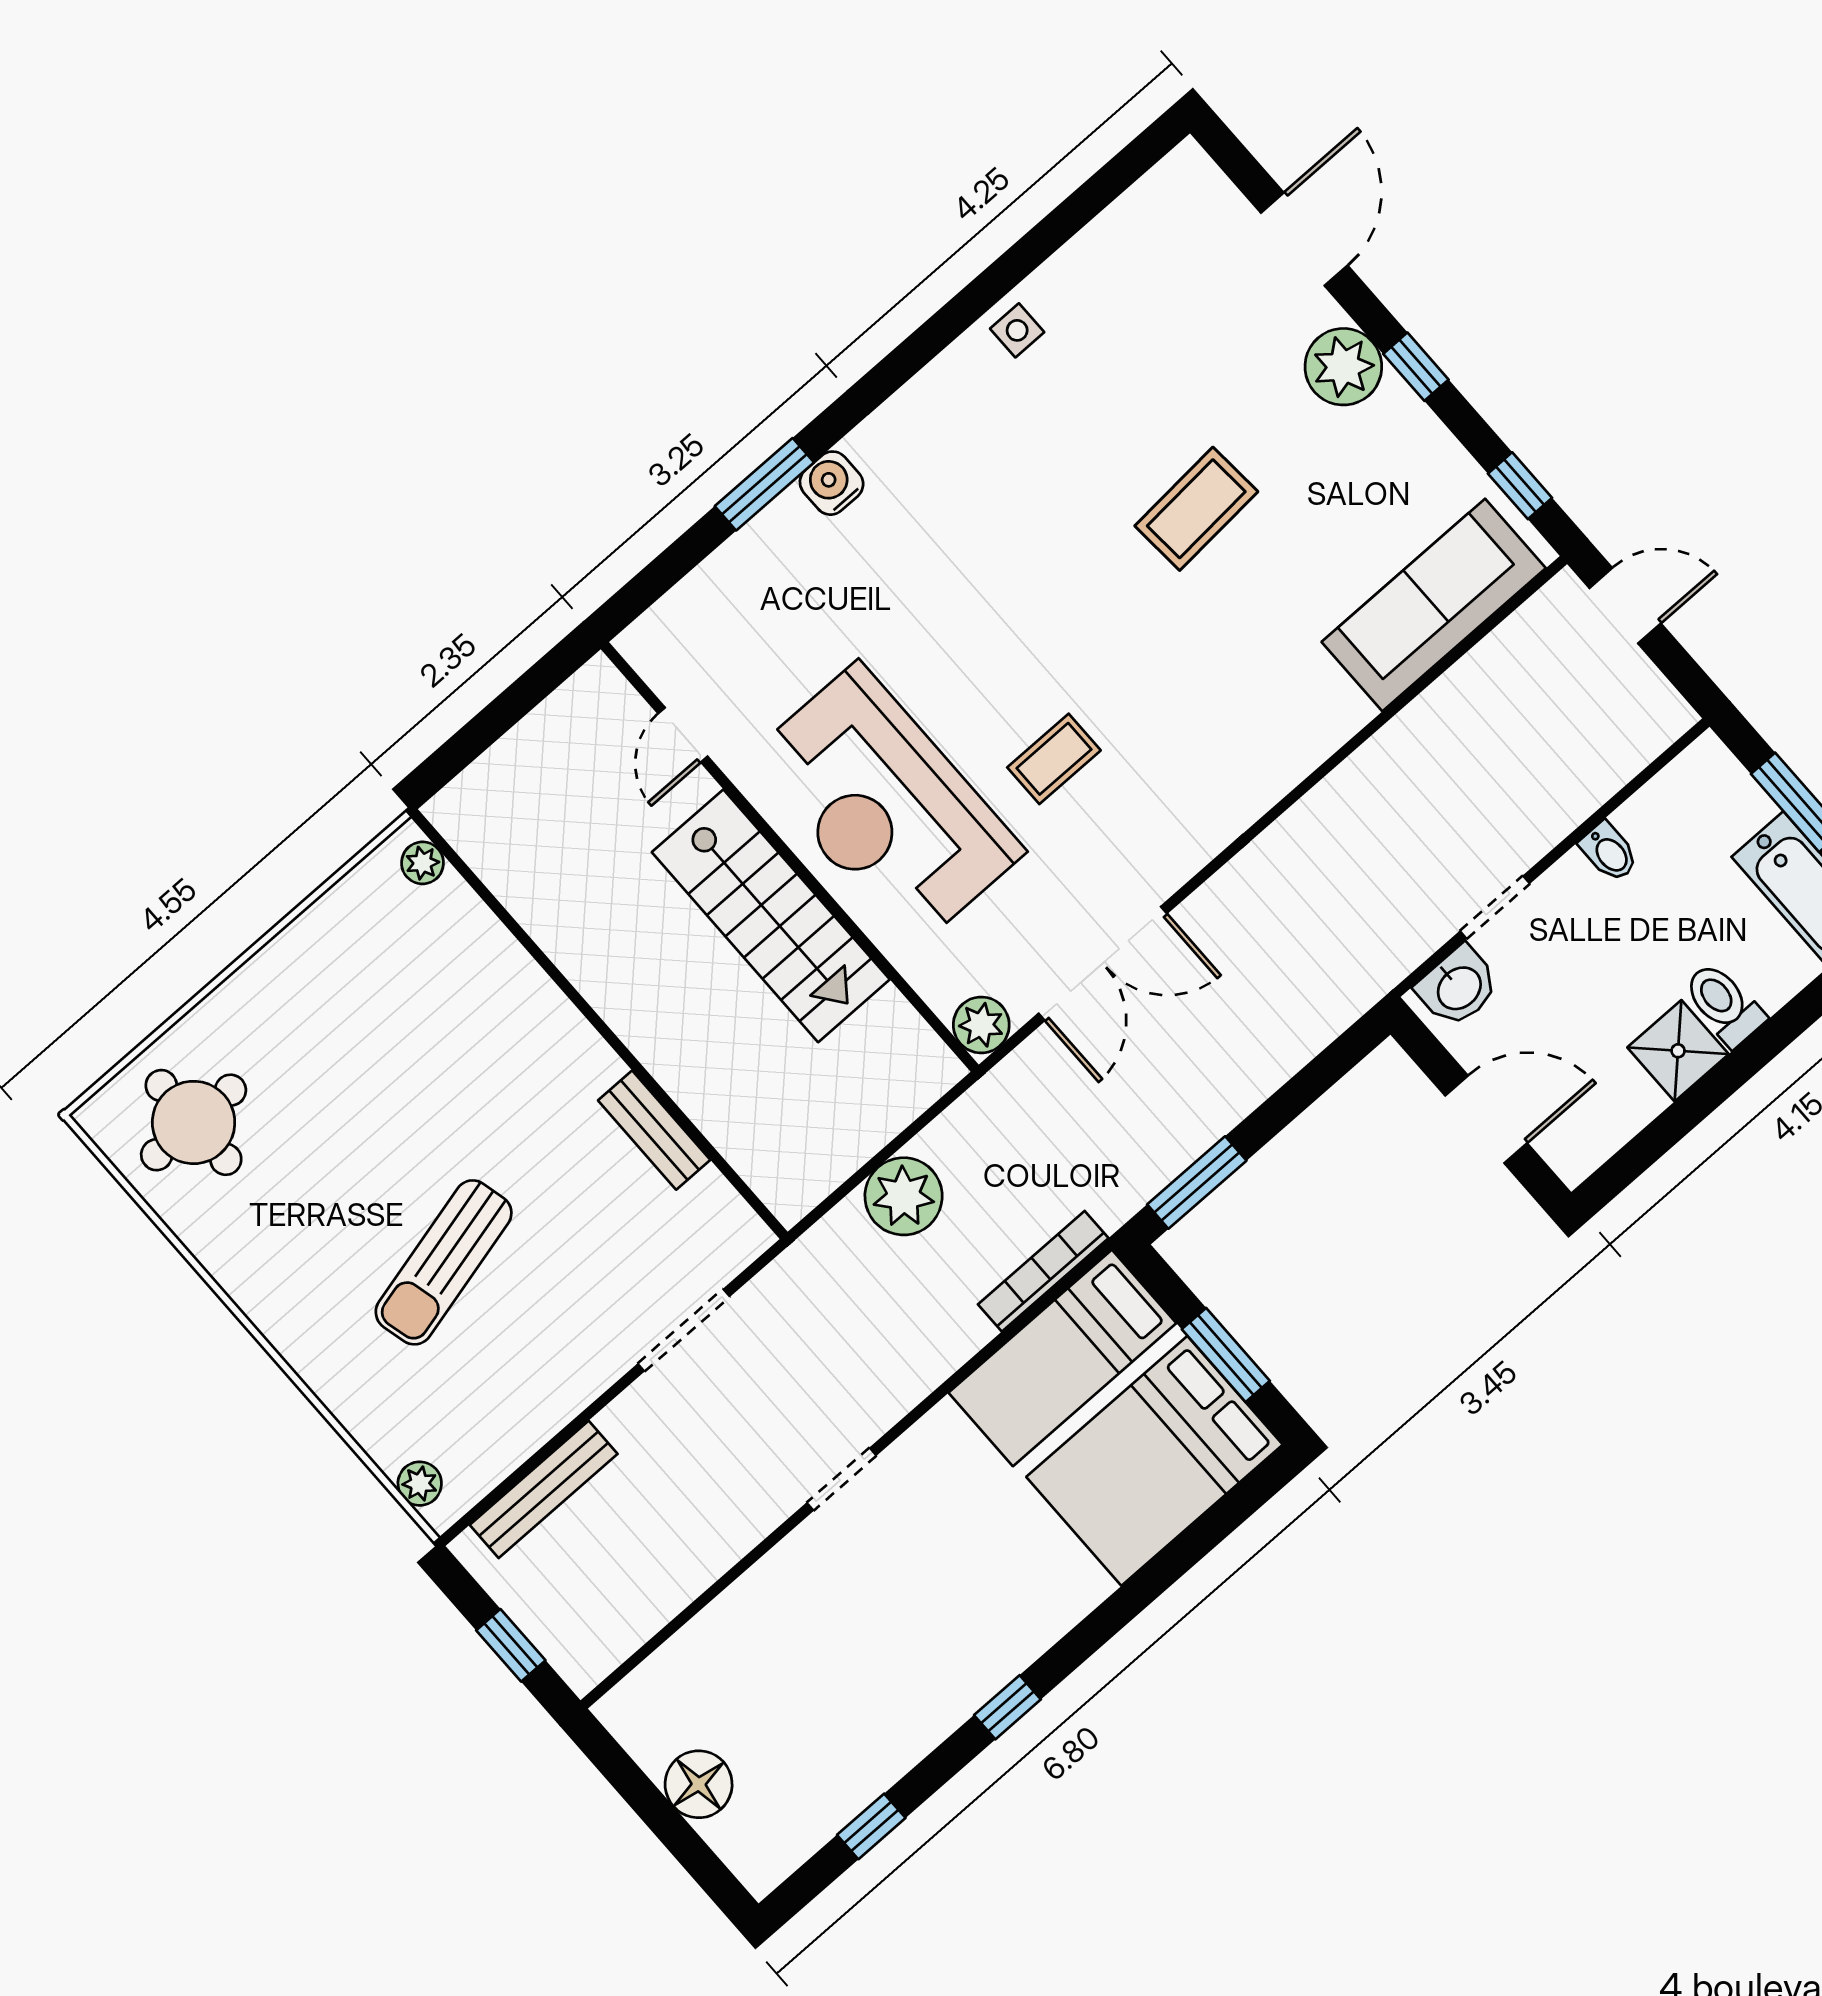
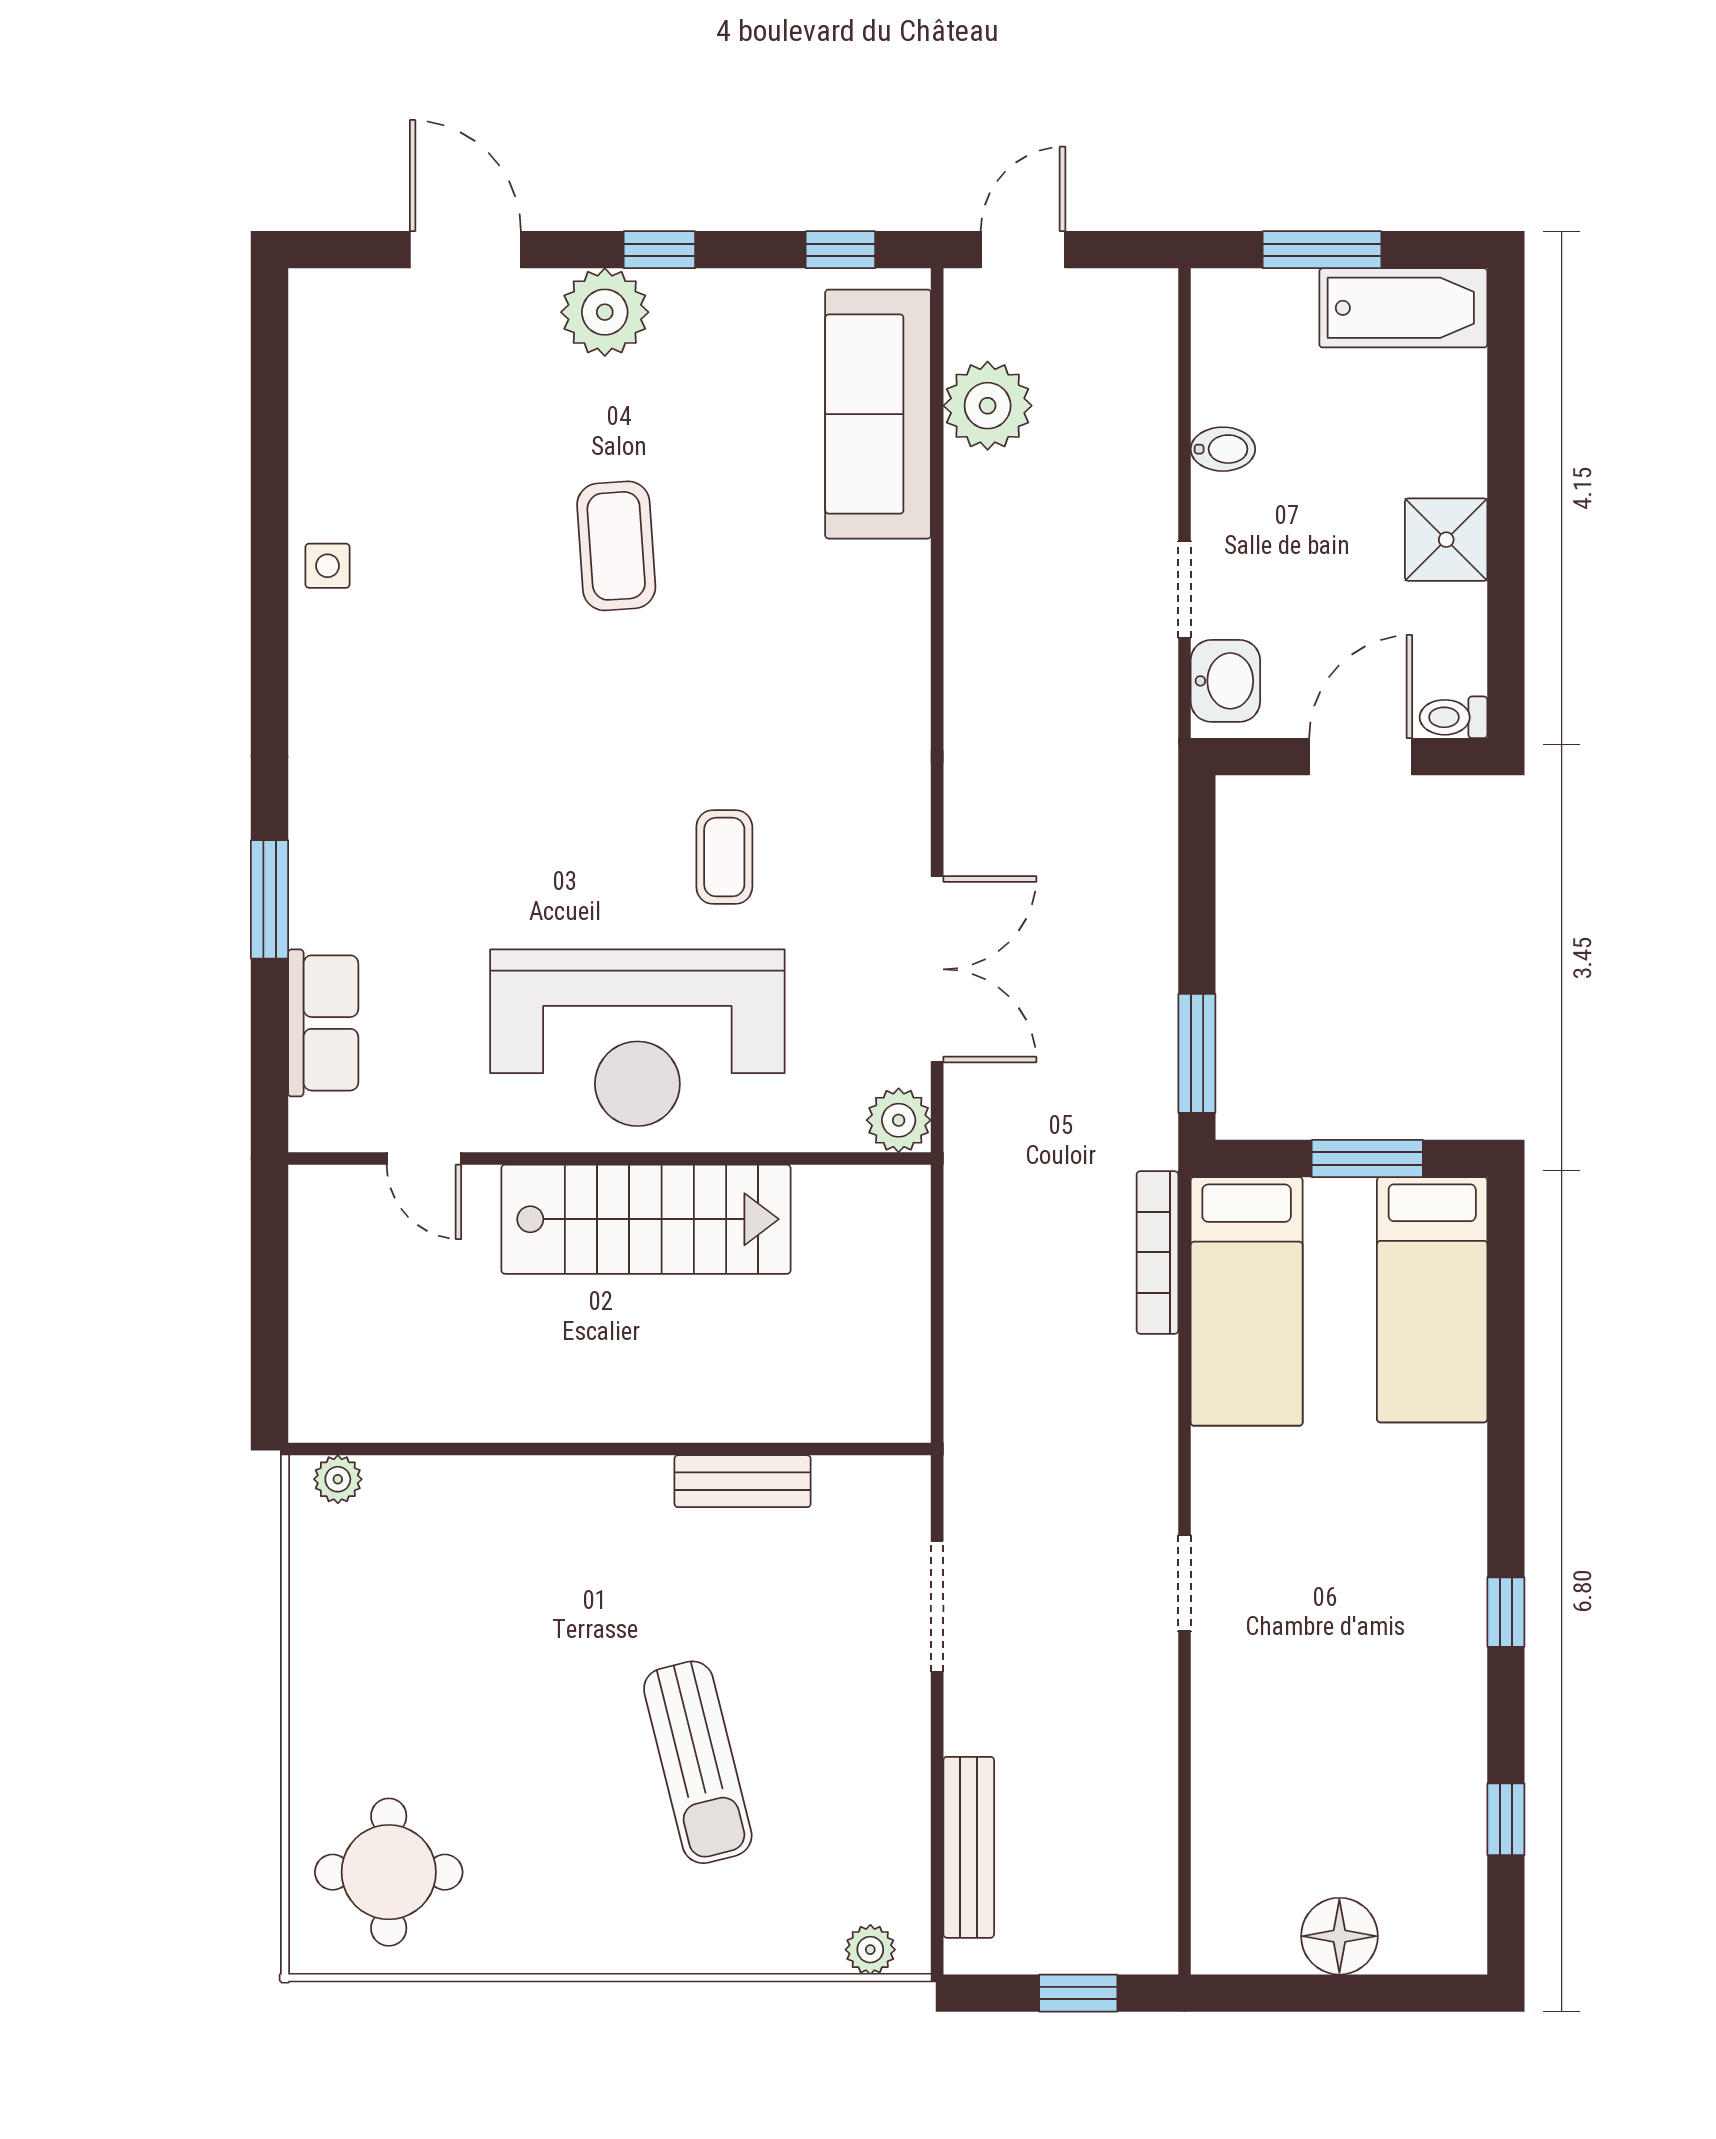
water cooler: (832, 483) -> (319, 841), removed
row of seats: (714, 591) -> (323, 1023), added
toilet: (1724, 1004) -> (1454, 717), moved, width x0.73, depth x0.72
plant: (904, 1196) -> (988, 406), moved
bed: (1154, 1461) -> (1432, 1300), width x0.67

